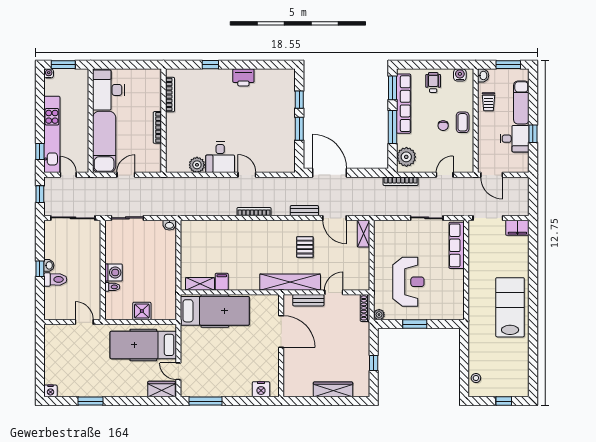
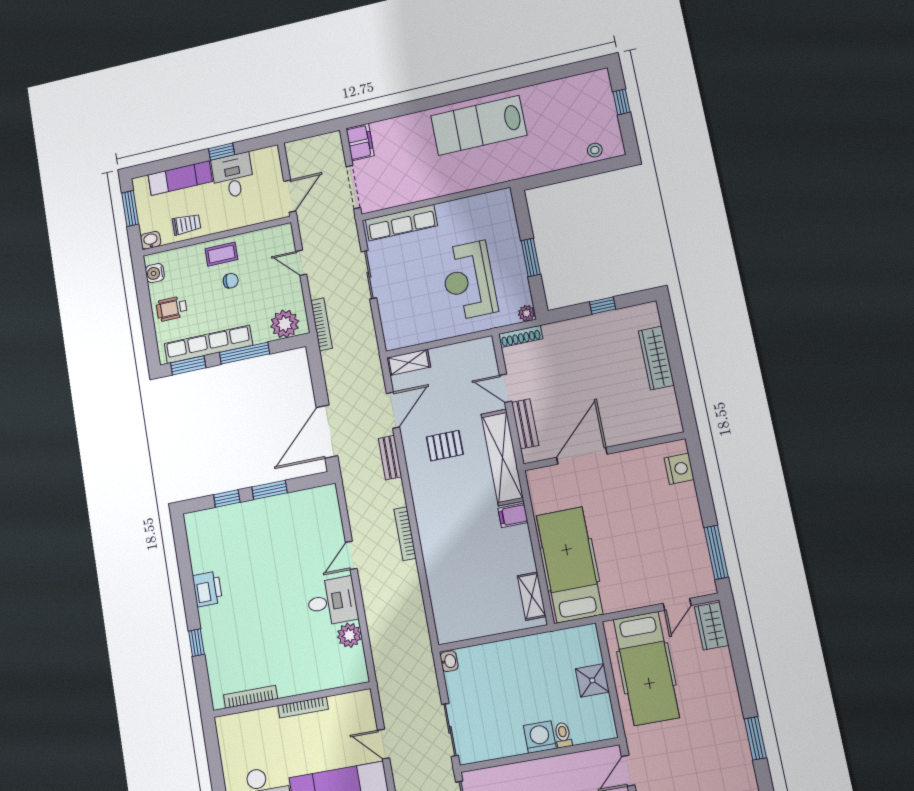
filing cabinet: (222, 282) -> (513, 515), moved
reception desk: (408, 282) -> (469, 281), turned -90

